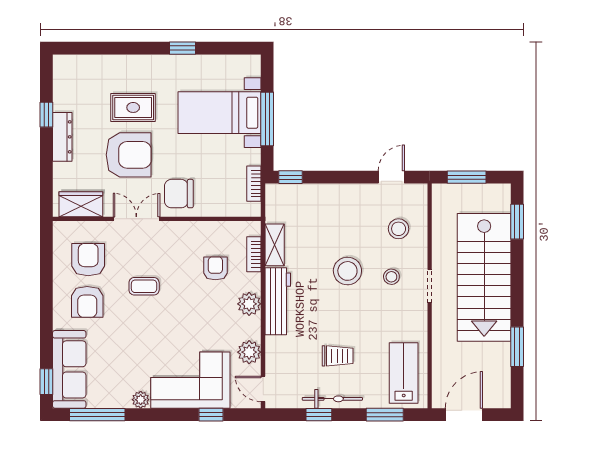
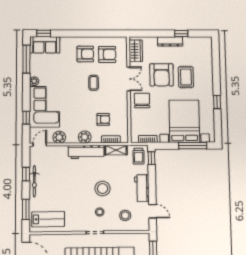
bed with nightstands: (220, 113) -> (184, 121), width x1.36
window: (267, 119) -> (193, 146), moved
workbench: (347, 197) -> (142, 188), added
armchair: (87, 302) -> (85, 54), turned 180
trolley: (338, 356) -> (139, 156), moved
sofa: (69, 369) -> (45, 45), width x0.73

